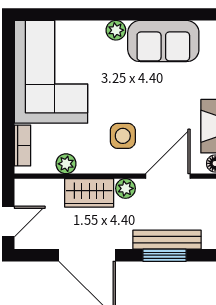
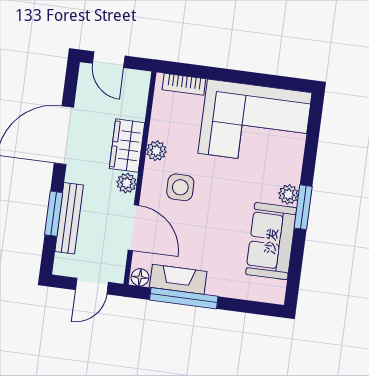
window: (126, 14) -> (303, 207), added
plant: (66, 164) -> (156, 151), moved

